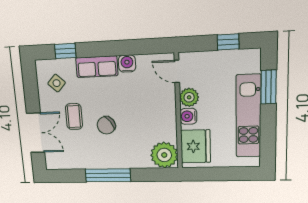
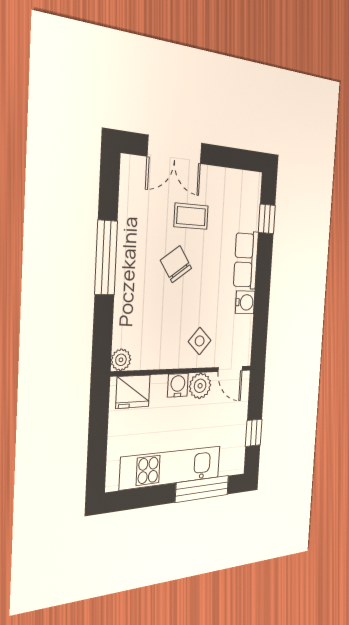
door: (177, 71) -> (230, 369), swing flipped
side table: (57, 83) -> (200, 341), moved
window: (269, 87) -> (202, 489), width x1.44
fridge: (196, 146) -> (133, 392), width x0.73, depth x0.75
plant: (164, 155) -> (121, 360), width x0.53, depth x0.53

